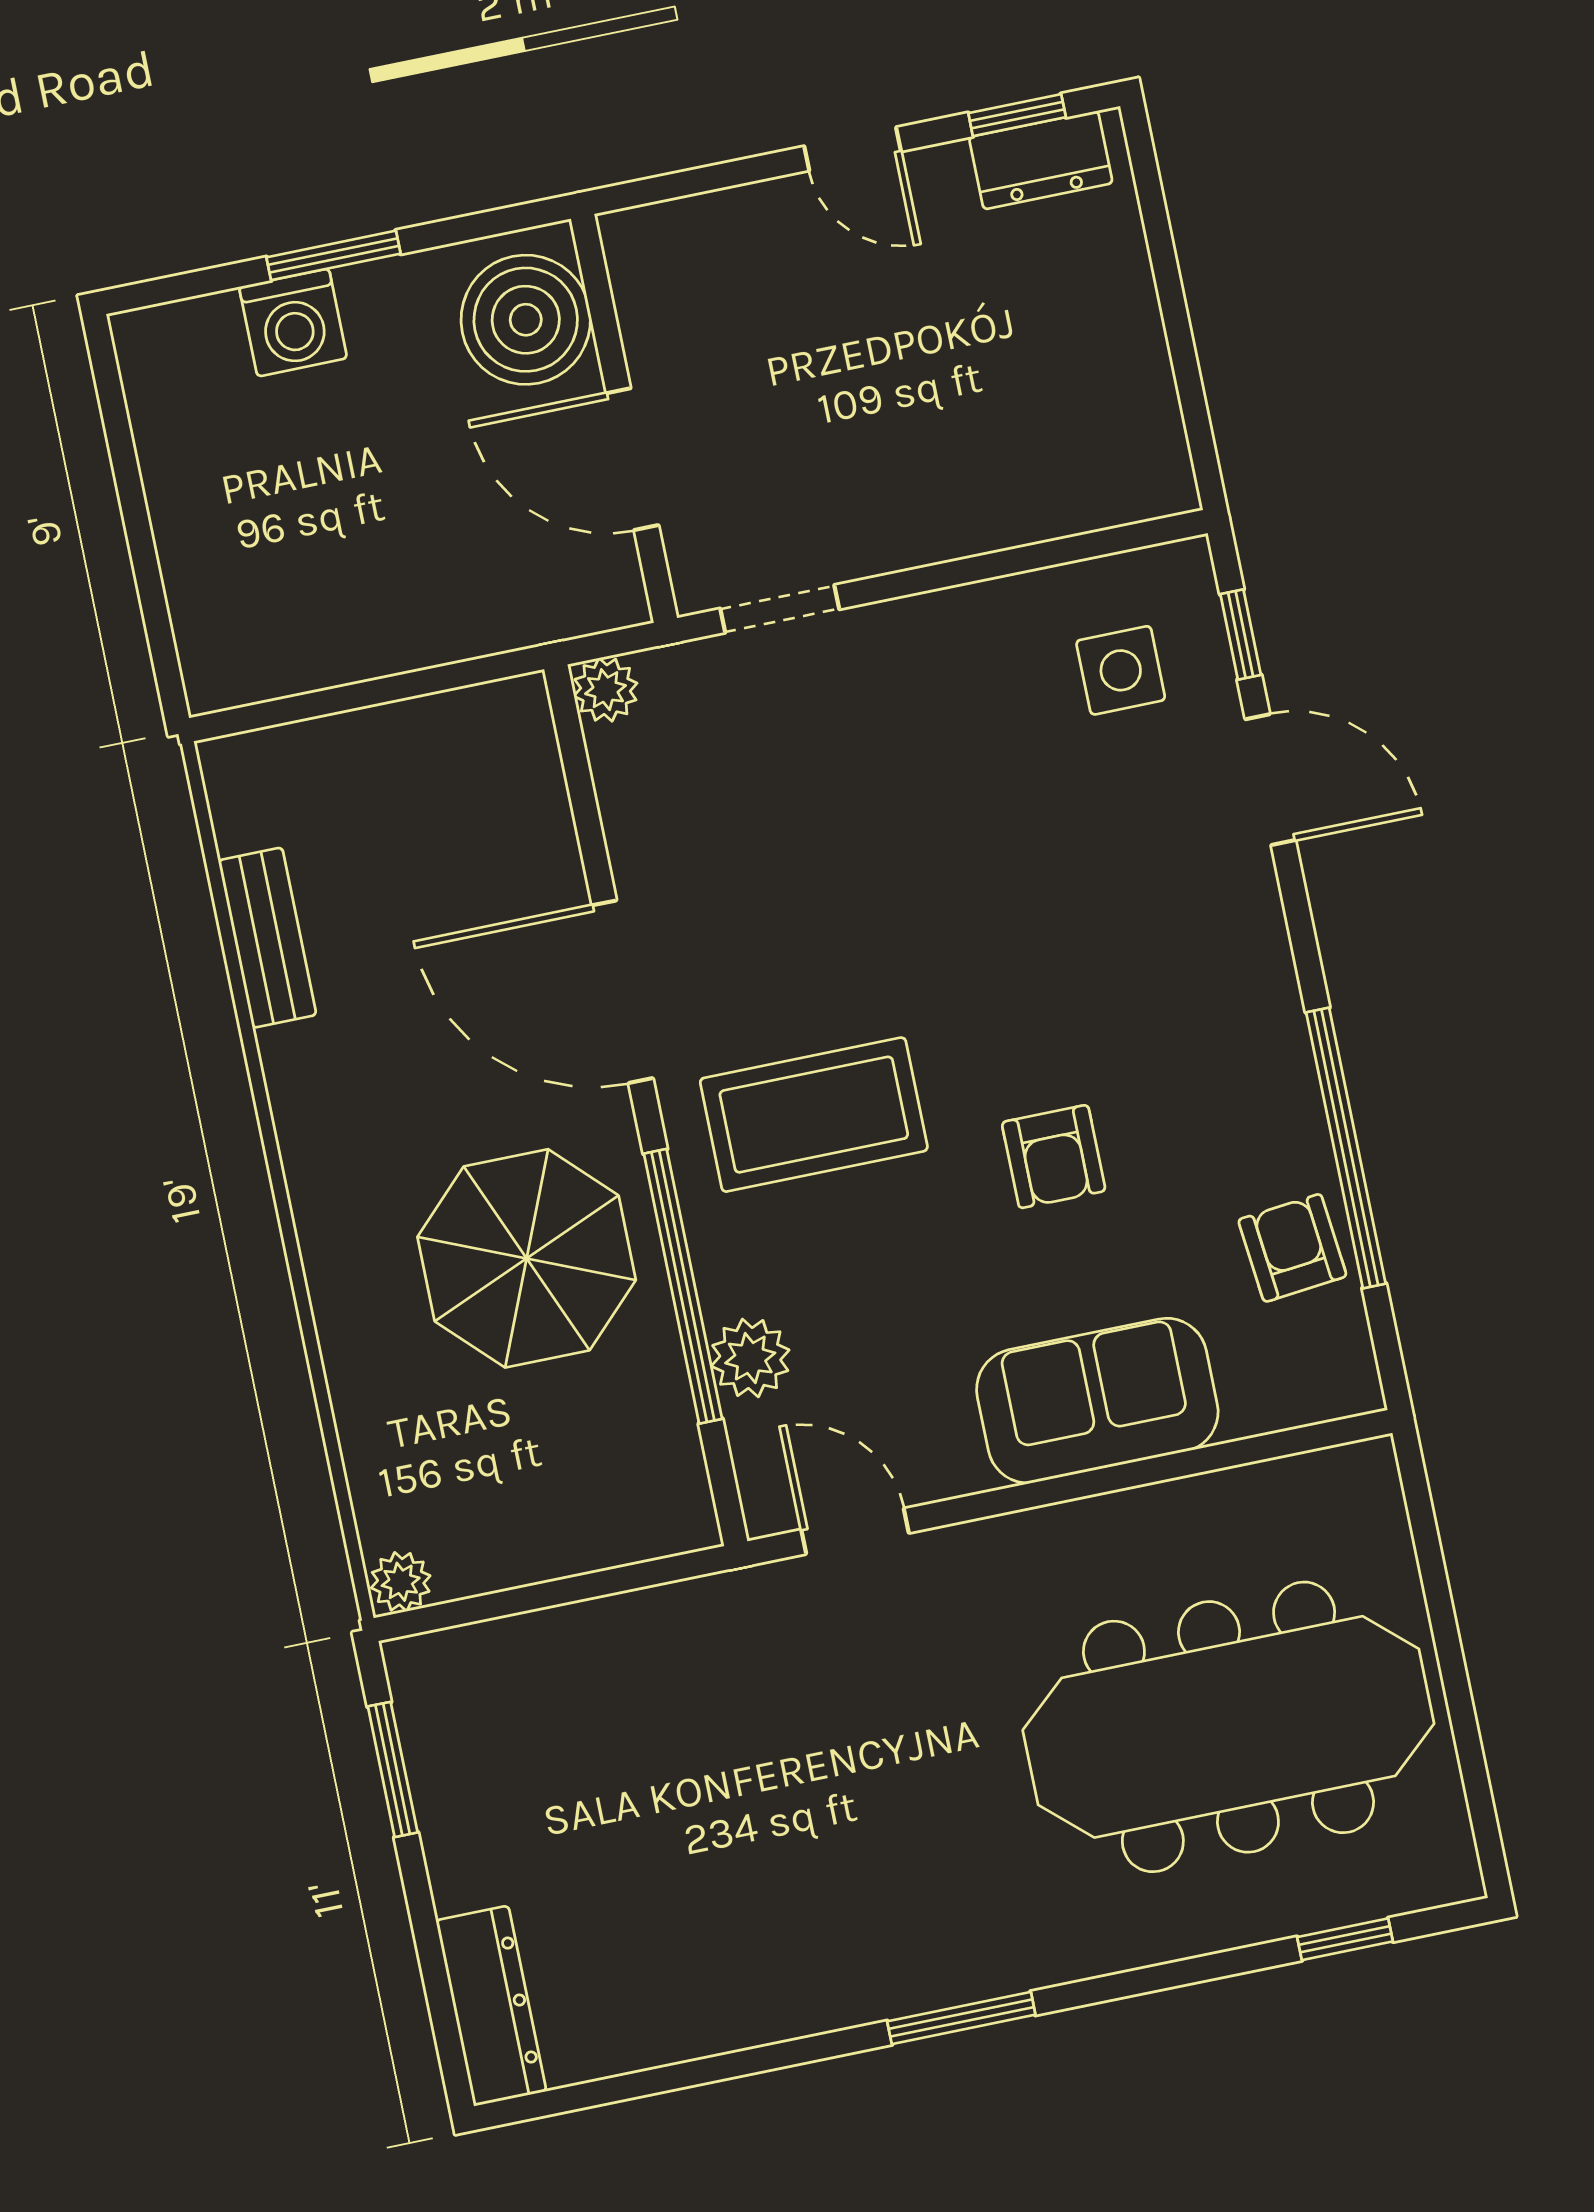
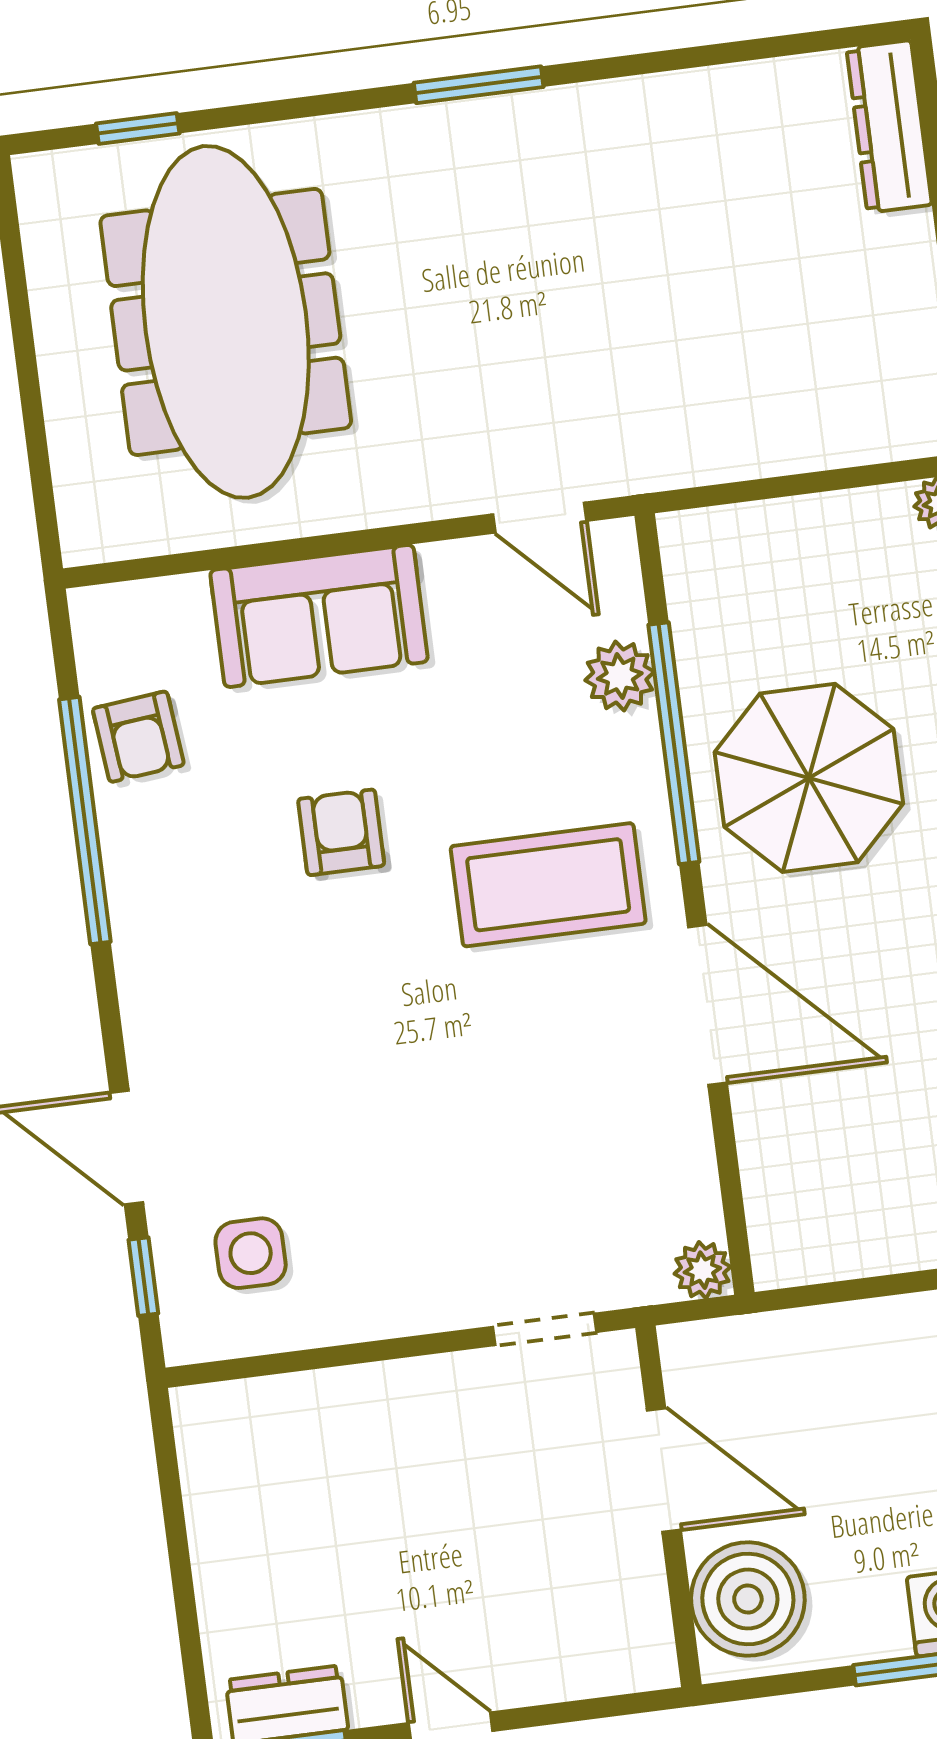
meeting table: (1228, 1727) -> (226, 322), turned 90

